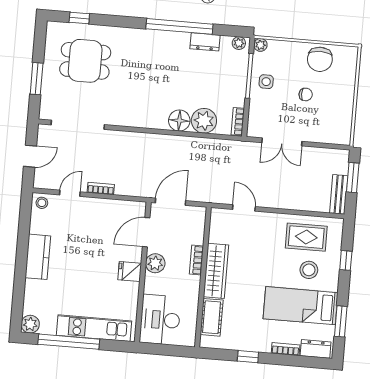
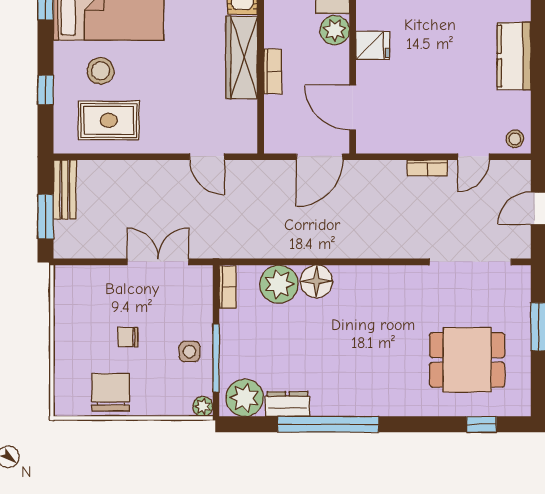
plant: (239, 43) -> (245, 398), width x1.87, depth x1.87
door: (146, 232) -> (353, 107), swing flipped
plant: (155, 263) -> (335, 30), moved

